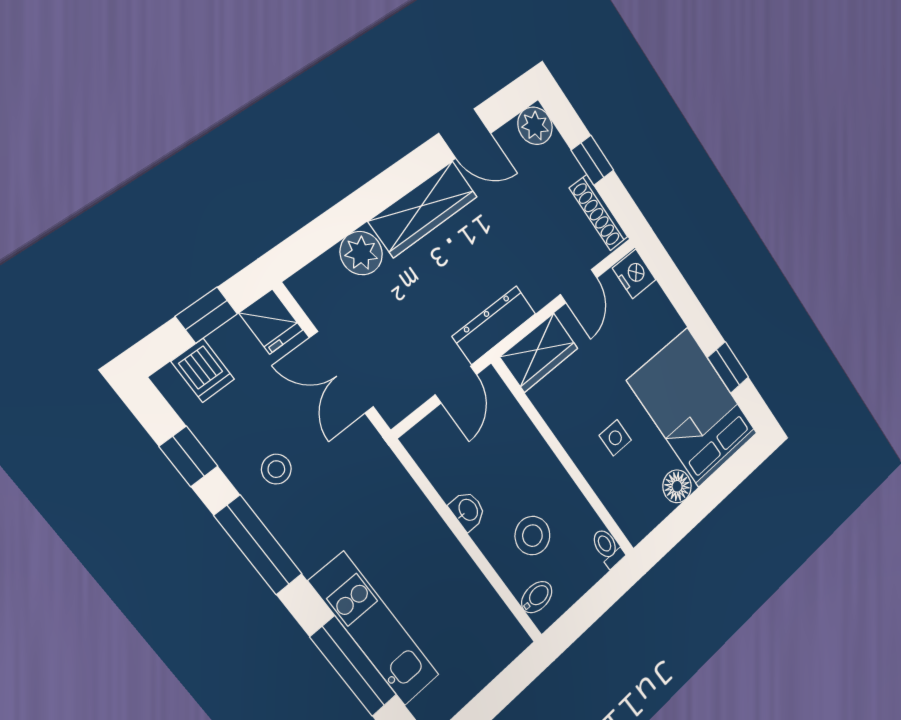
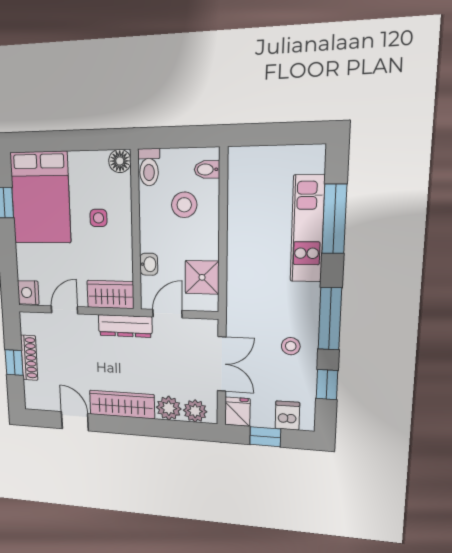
plant: (535, 126) -> (195, 411), moved
shoe rack: (599, 213) -> (29, 358), moved
shower: (449, 466) -> (202, 277), added
floor lamp: (677, 486) -> (120, 161), moved
washbasin: (468, 510) -> (149, 264), moved, turned 180
toilet: (608, 548) -> (149, 167), width x1.37, depth x1.39

